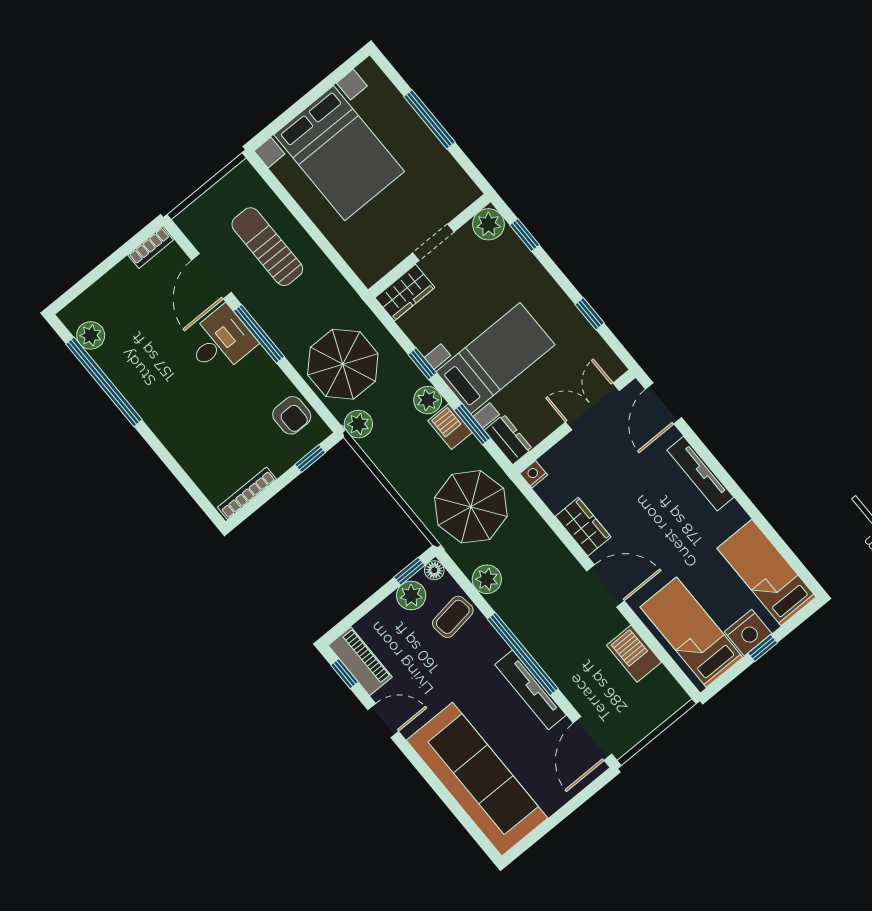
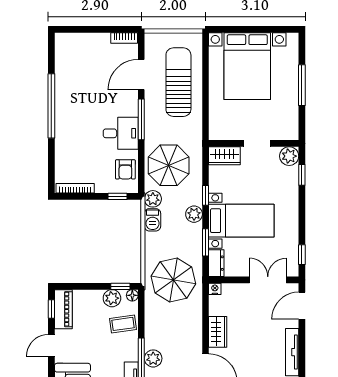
sun lounger: (267, 247) -> (178, 82), width x1.36, depth x1.34
window: (590, 314) -> (302, 255), moved
plant: (91, 335) -> (63, 56), removed
desk: (220, 341) -> (121, 133), moved
window: (104, 382) -> (51, 106), moved
barbecue: (450, 427) -> (153, 220), moved, turned 180
plant: (487, 579) -> (153, 358), moved
door: (383, 721) -> (51, 345), swing flipped

